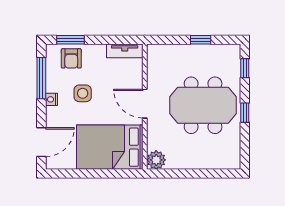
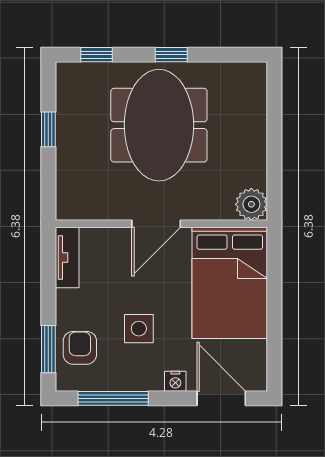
armchair: (71, 58) -> (80, 348), turned -90
nightstand: (51, 99) -> (175, 381), moved

